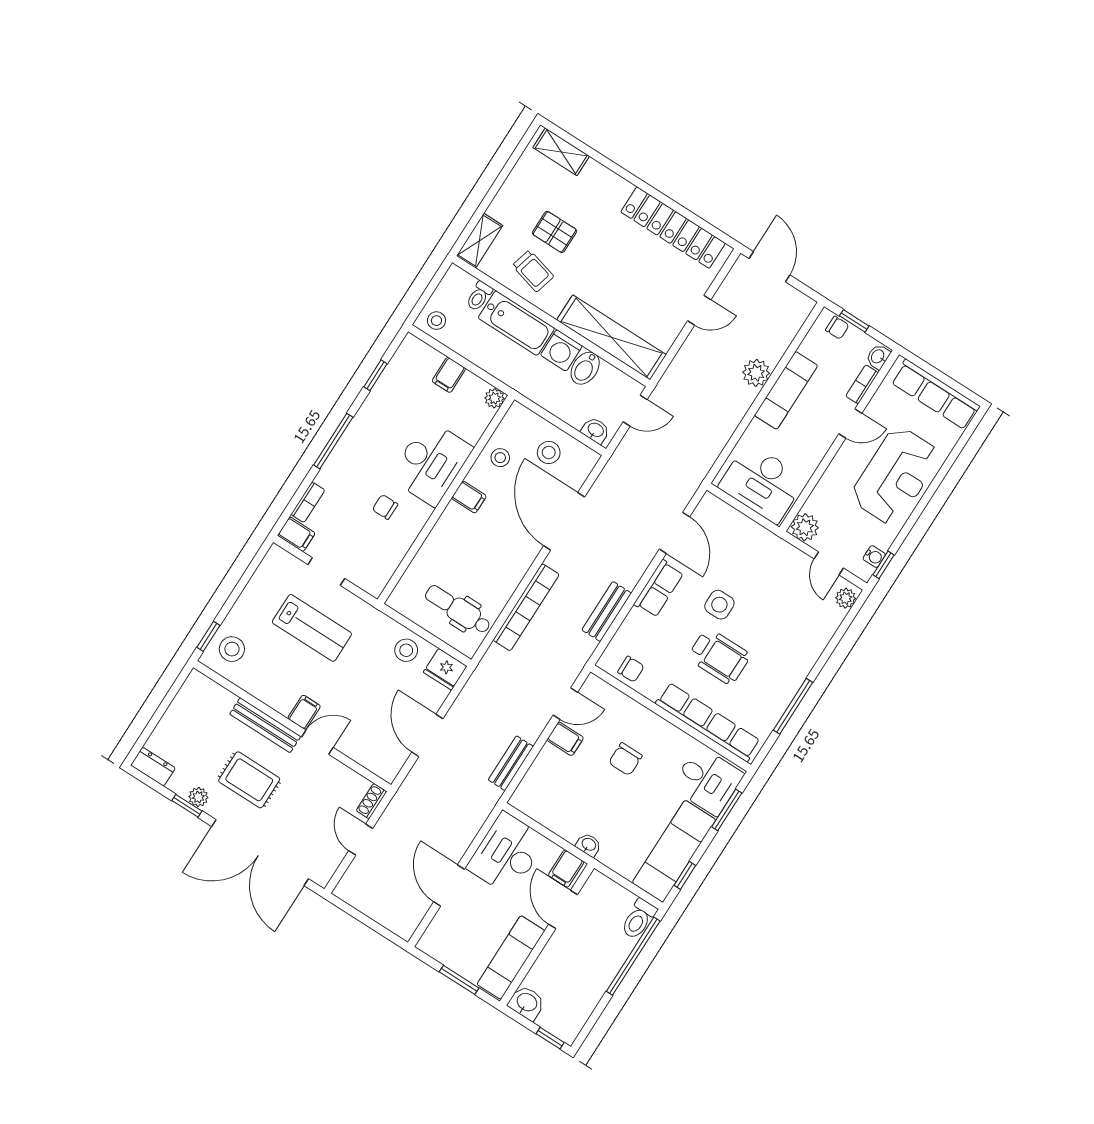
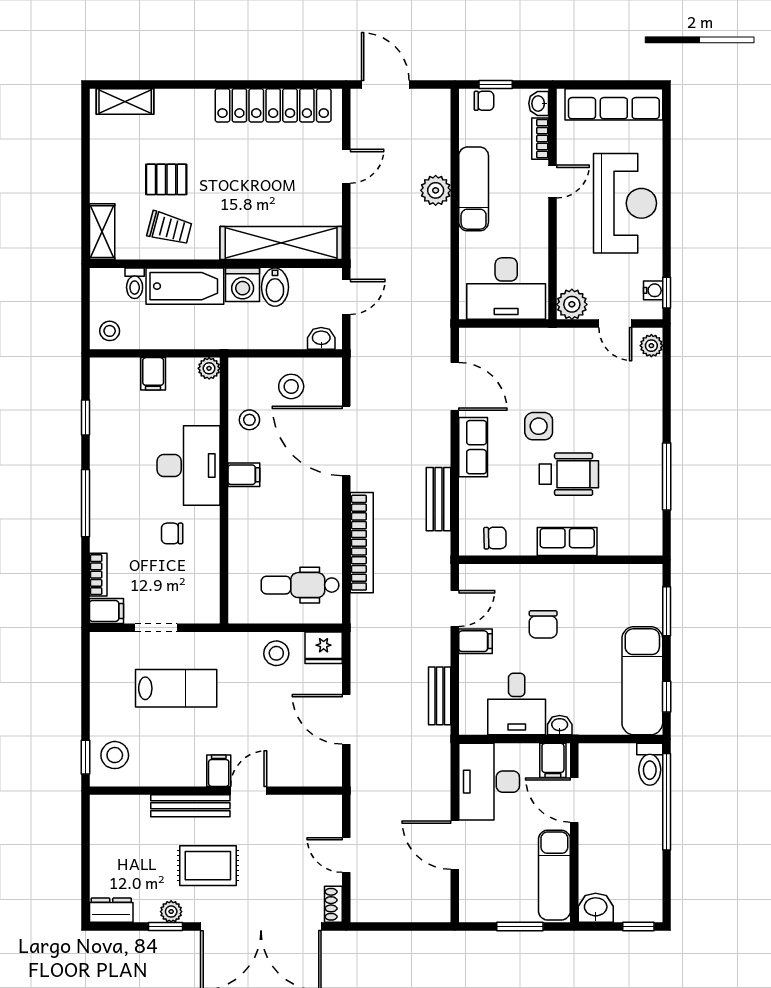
row of seats: (708, 722) -> (567, 542), width x0.50
desk: (708, 781) -> (517, 704), moved, turned 90
shoe rack: (371, 801) -> (333, 904), moved

